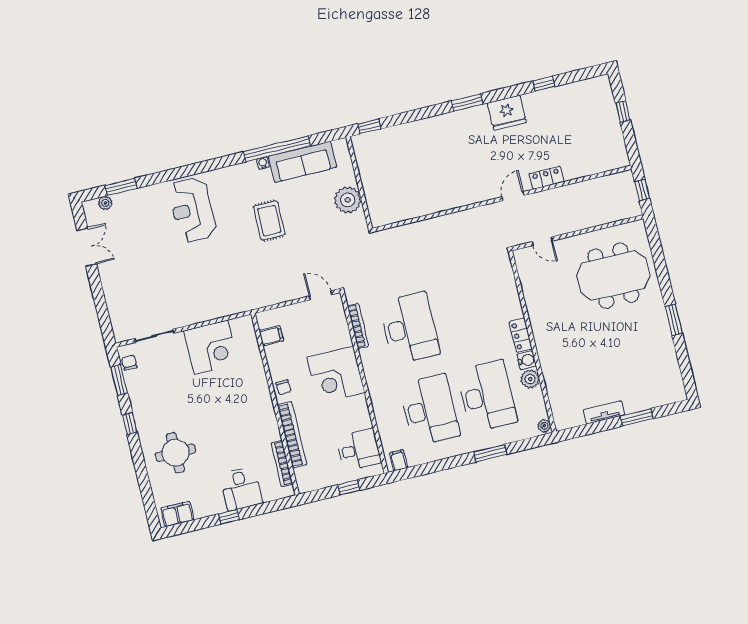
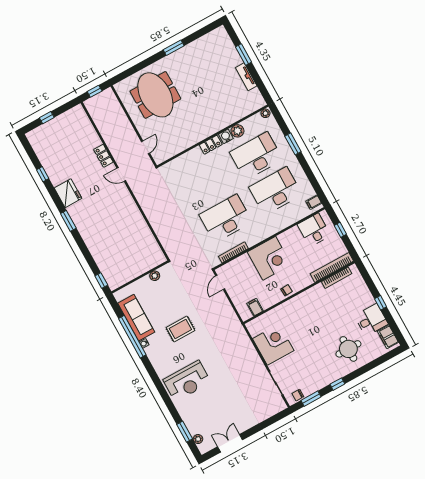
plant: (348, 200) -> (155, 276), width x0.53, depth x0.53
bookcase: (292, 435) -> (332, 267), moved
desk: (241, 489) -> (371, 320), moved

